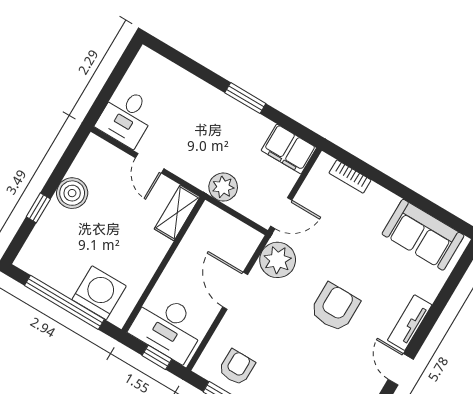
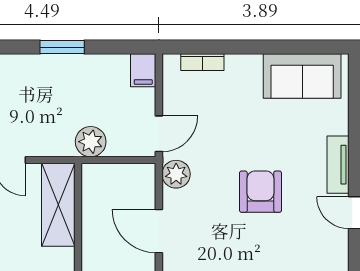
filing cabinet: (289, 149) -> (143, 70), width x0.50
shelving: (177, 213) -> (58, 205), width x1.50, depth x1.33
plant: (278, 260) -> (176, 174), width x0.73, depth x0.73

